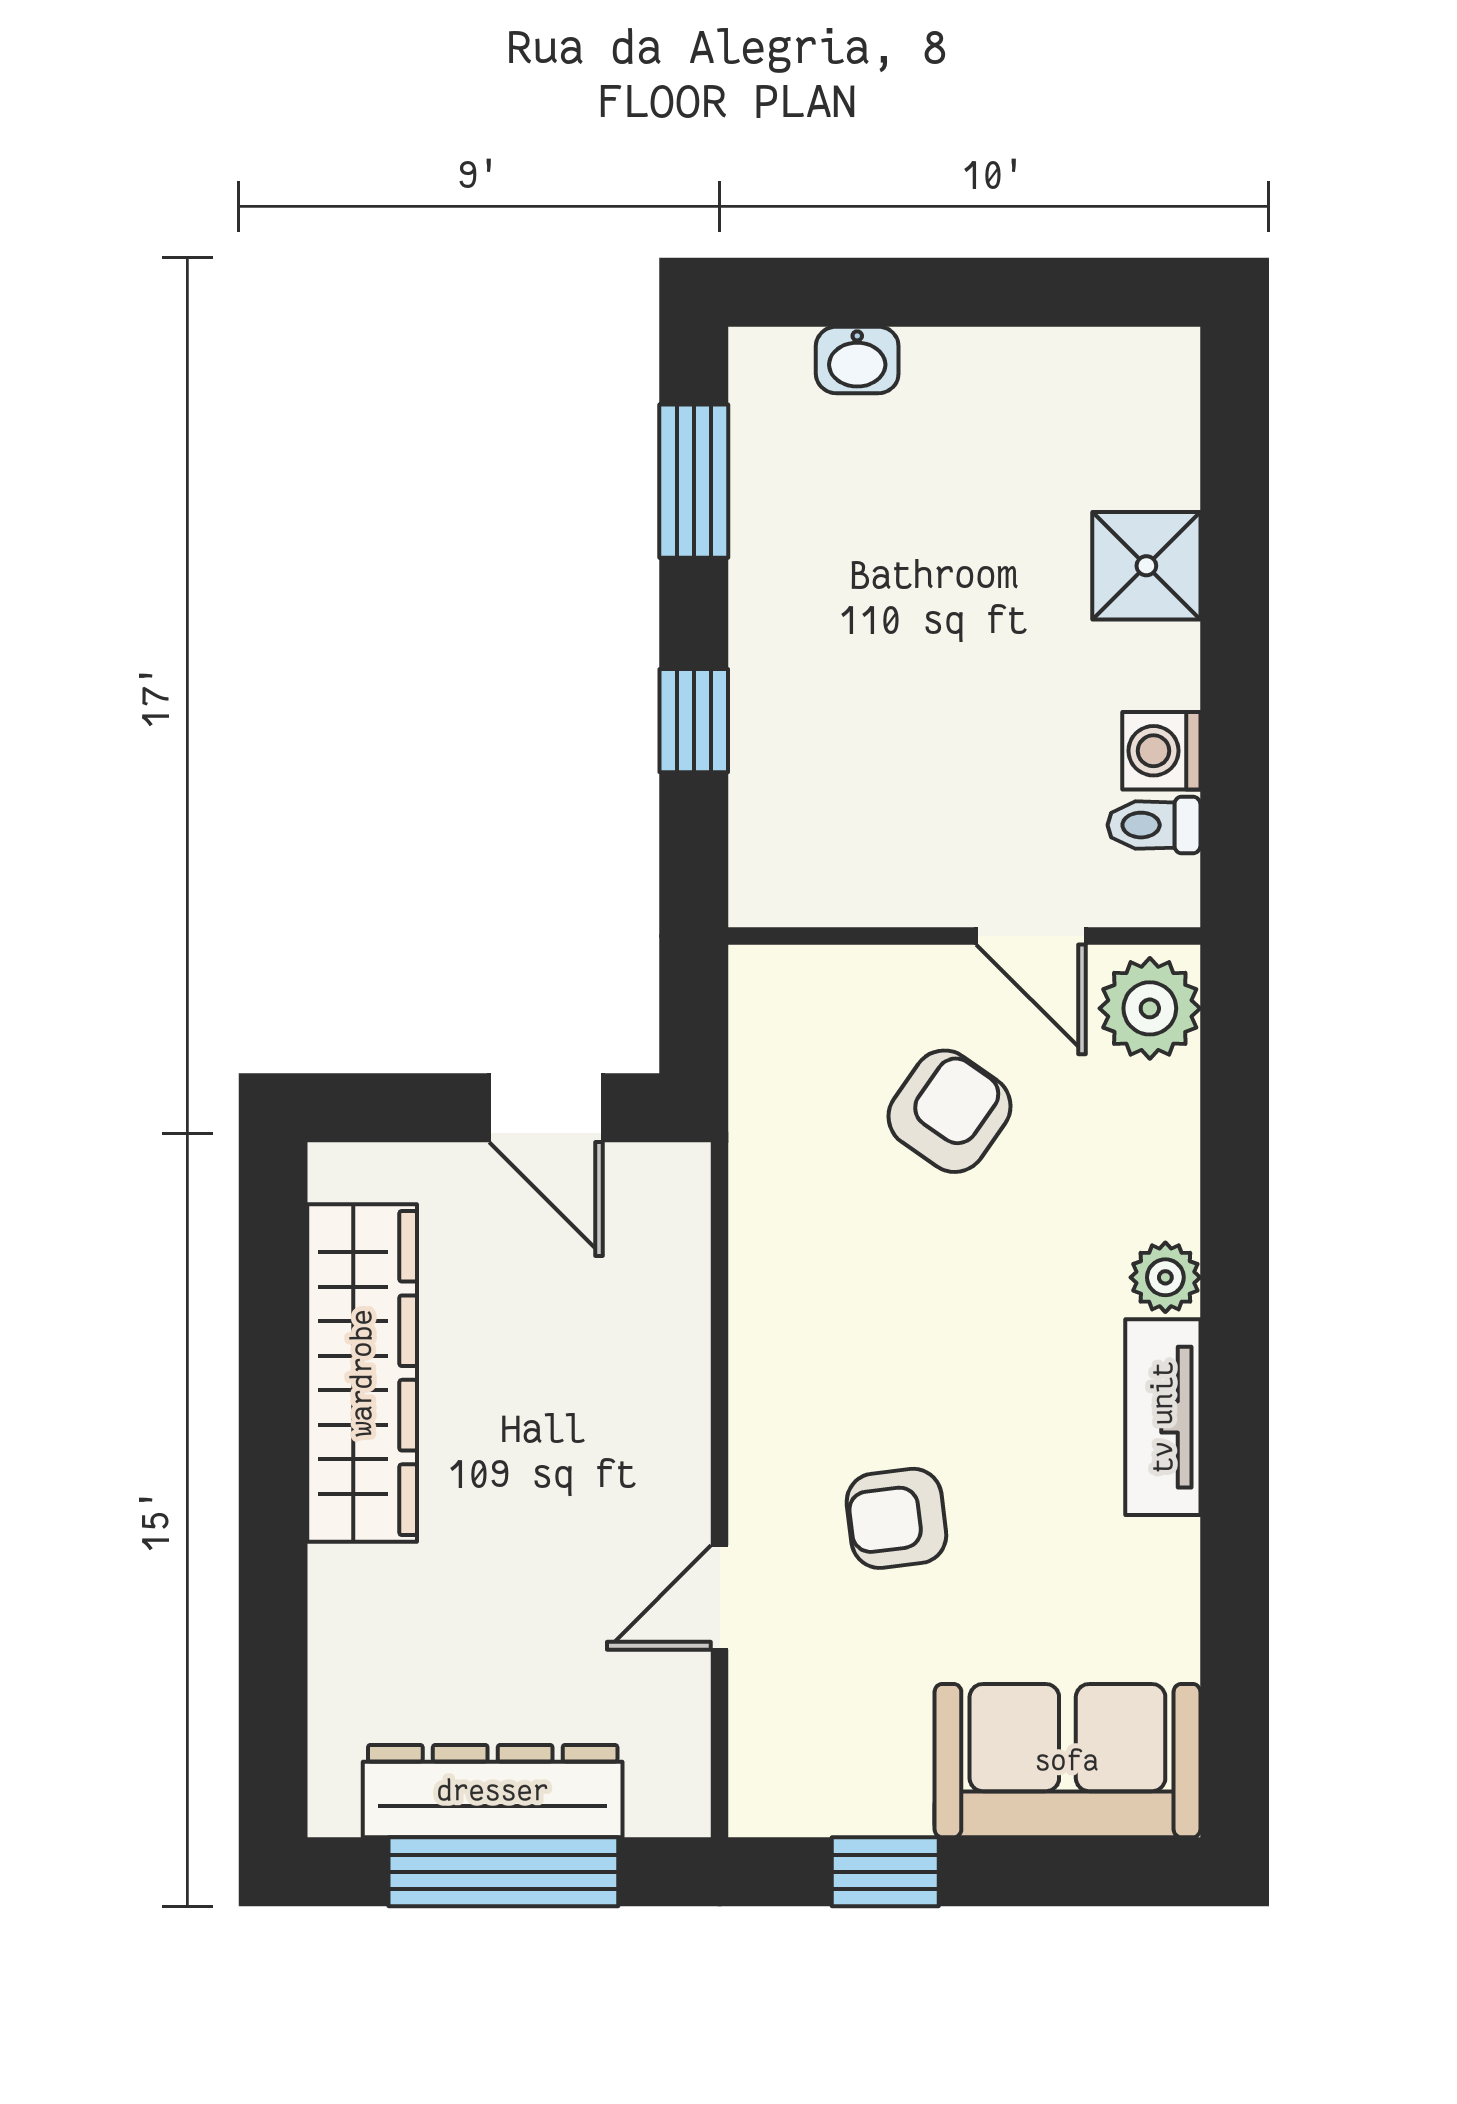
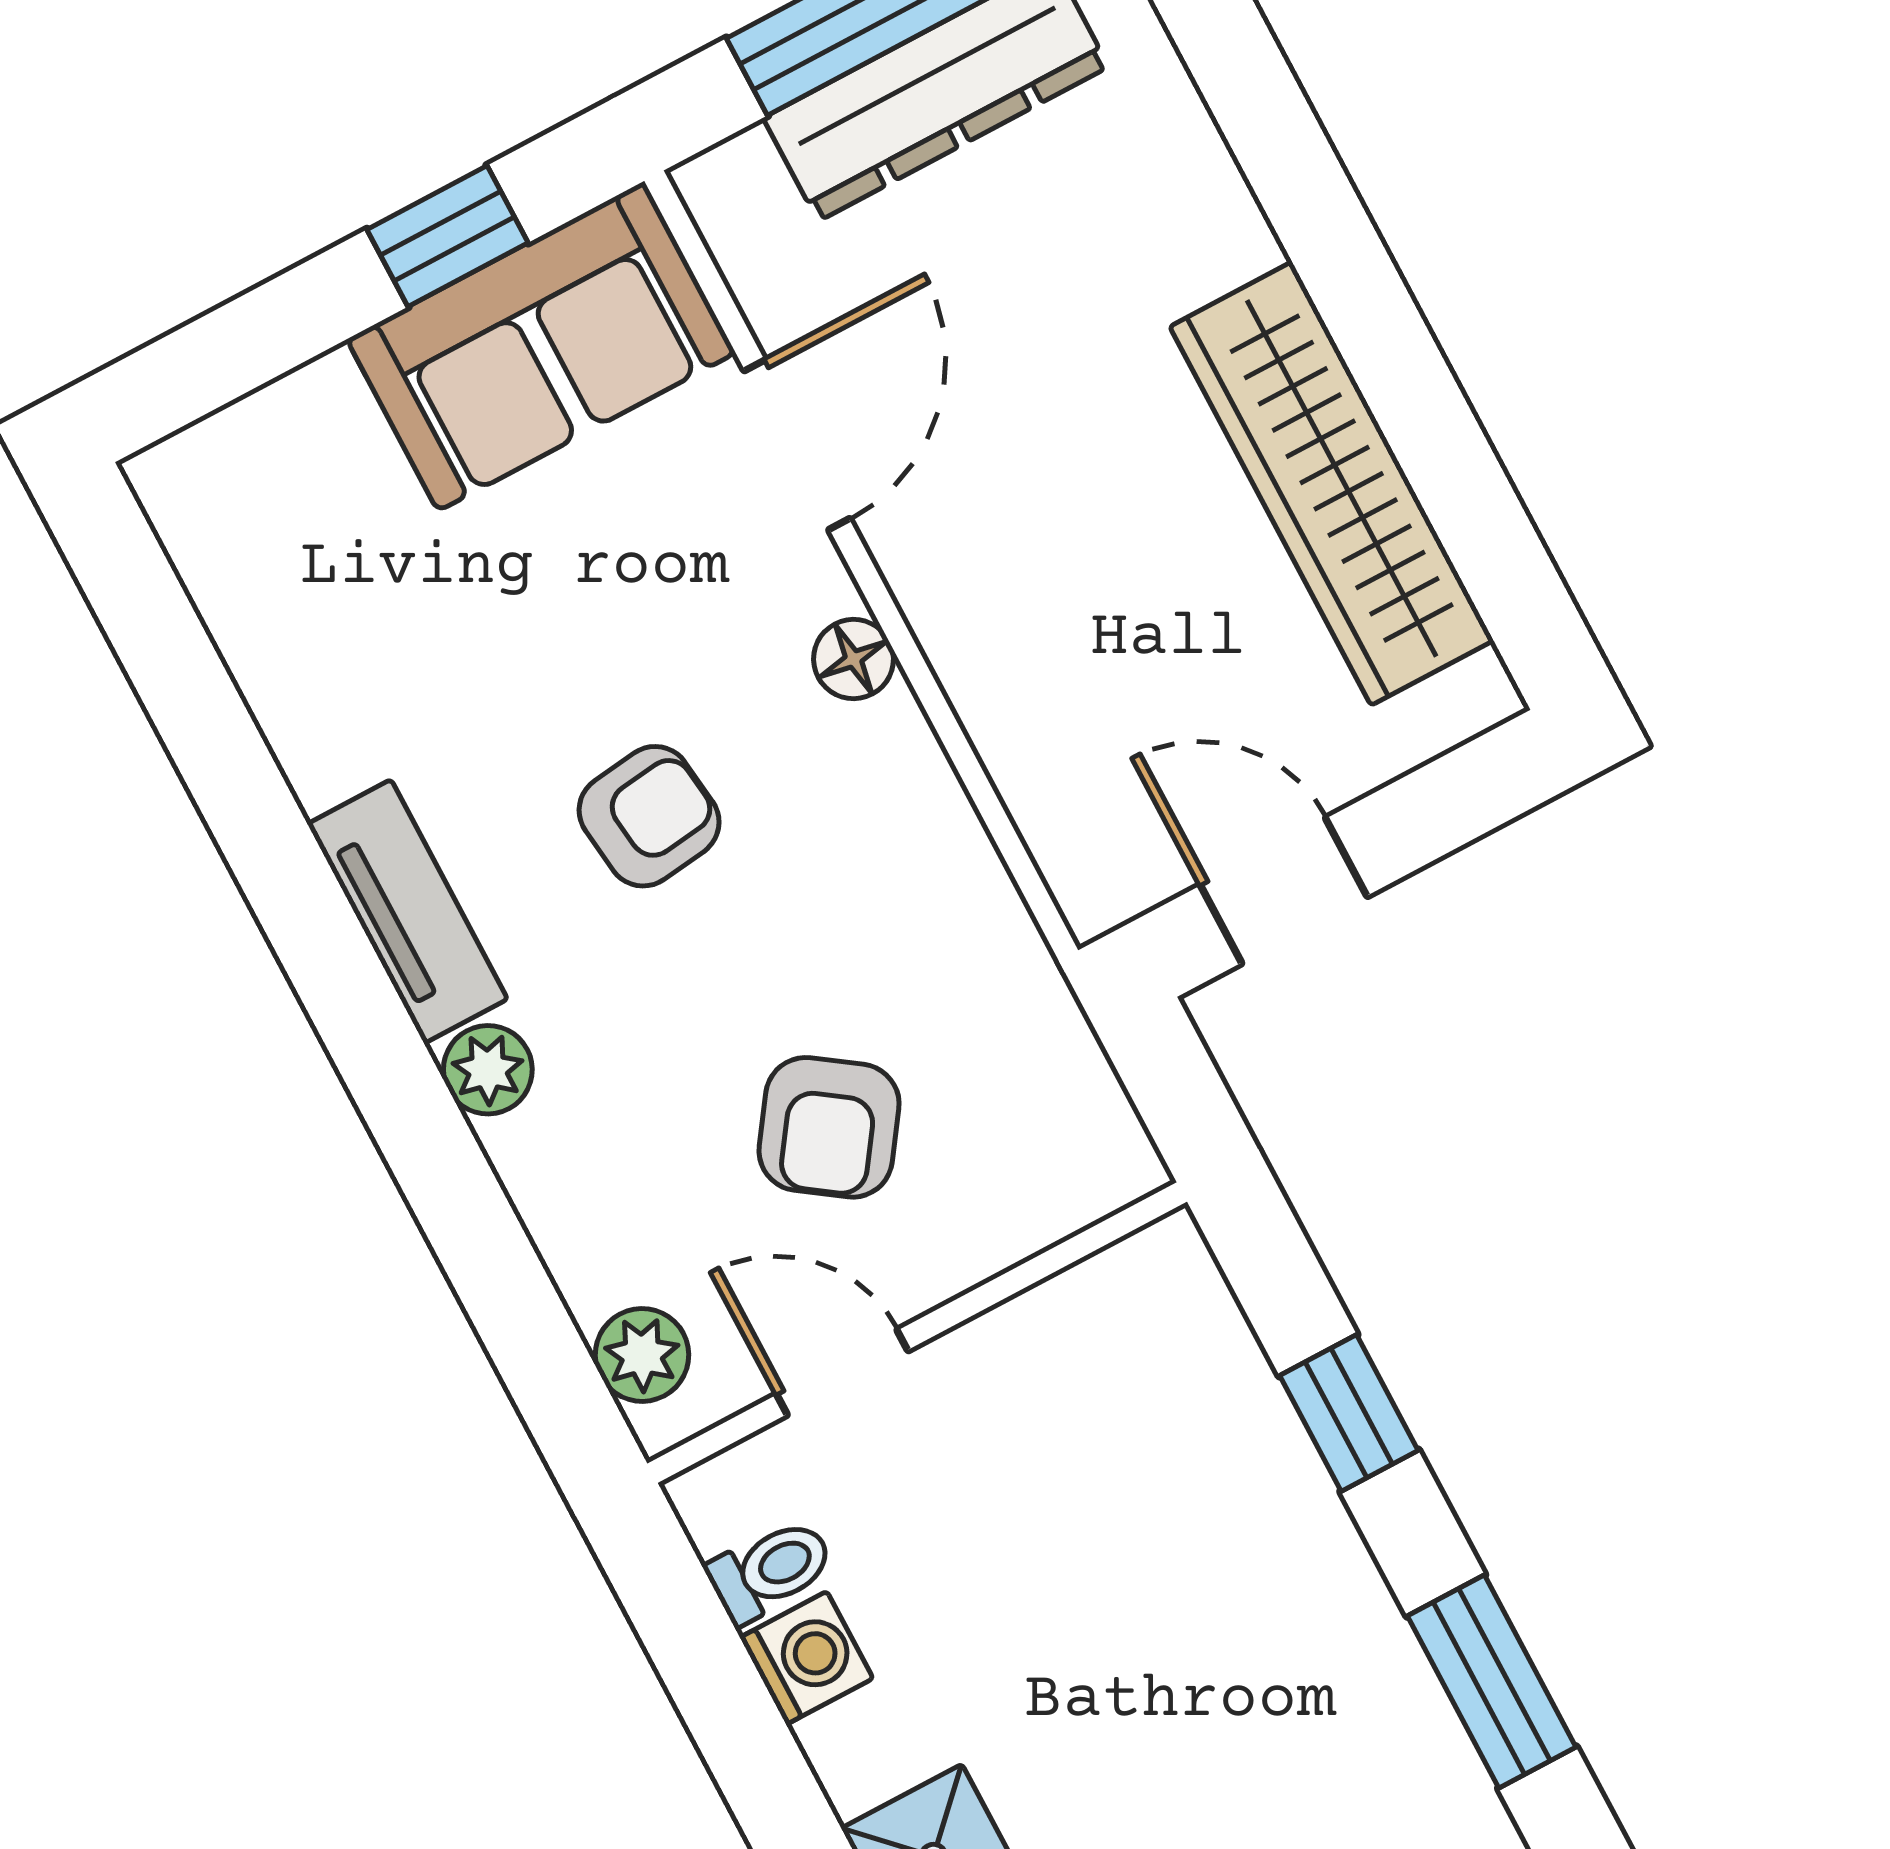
plant: (1150, 1008) -> (642, 1355), width x0.73, depth x0.73
floor lamp: (759, 1428) -> (853, 659), added
armchair: (896, 1518) -> (649, 816), moved
door: (720, 1598) -> (797, 445), width x1.38
sofa: (1067, 1761) -> (541, 346), moved

